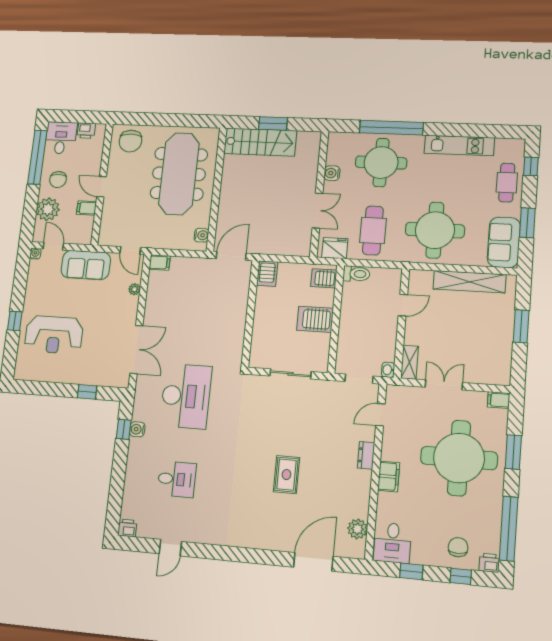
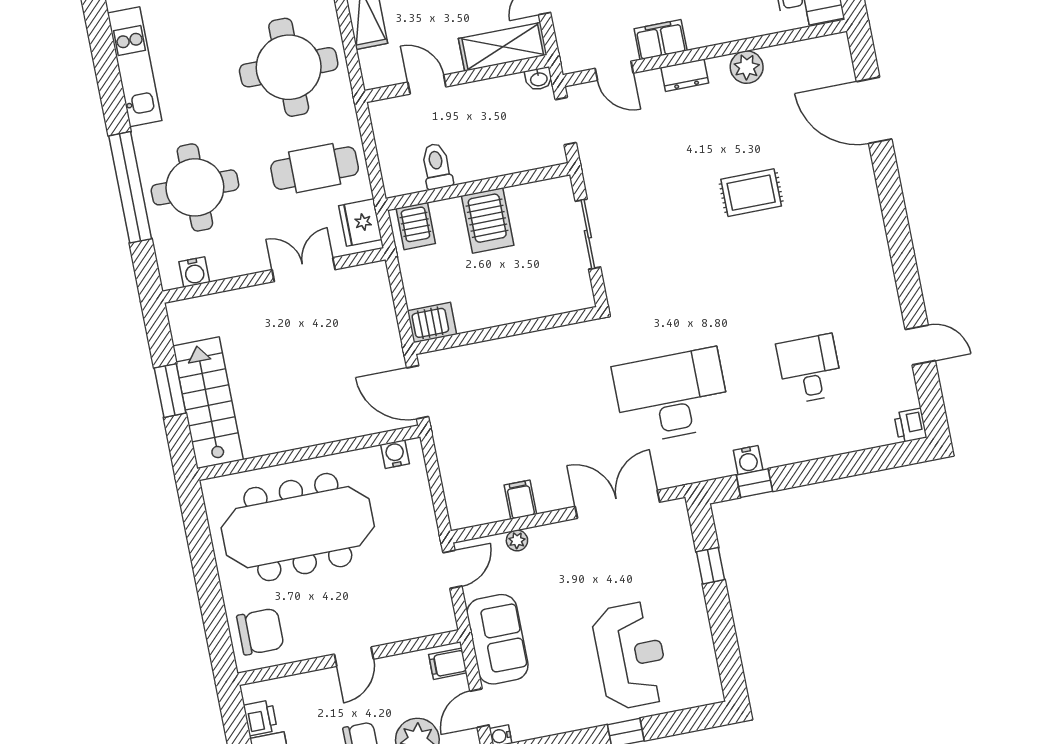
water cooler: (332, 173) -> (194, 272), moved
filing cabinet: (87, 208) -> (448, 664), moved, turned 90
filing cabinet: (160, 263) -> (520, 500), moved
toilet: (356, 274) -> (437, 166), moved
shelving: (409, 362) -> (503, 47), width x1.50, depth x1.33
filing cabinet: (389, 476) -> (661, 40), moved
plant: (357, 529) -> (747, 67), moved

